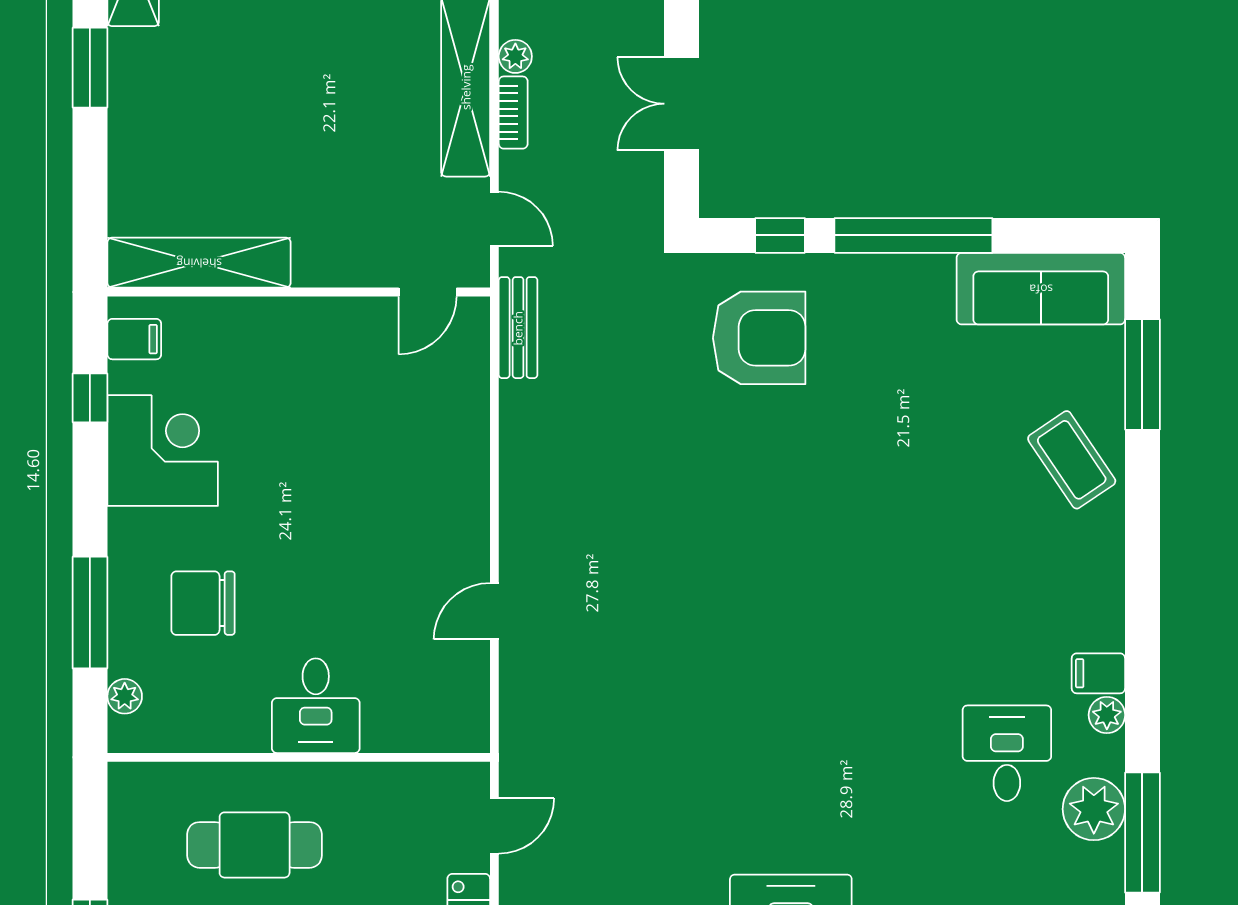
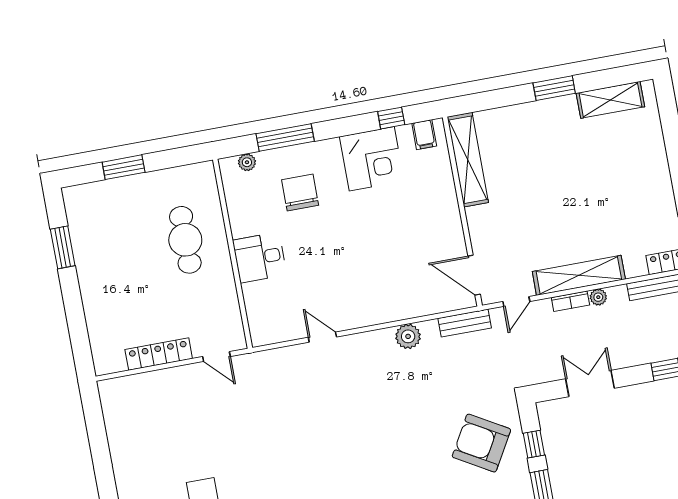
door: (428, 292) -> (474, 275), width x1.38
armchair: (759, 338) -> (481, 443), turned 120
plant: (524, 443) -> (408, 336), added

